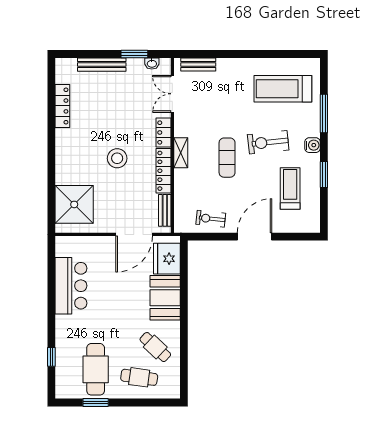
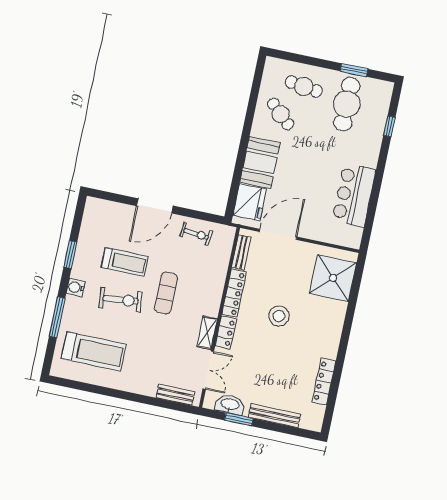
washbasin: (152, 63) -> (230, 405), width x1.91, depth x1.45
shelving: (181, 153) -> (207, 333), moved
treadmill: (290, 188) -> (125, 262), moved, turned -90

